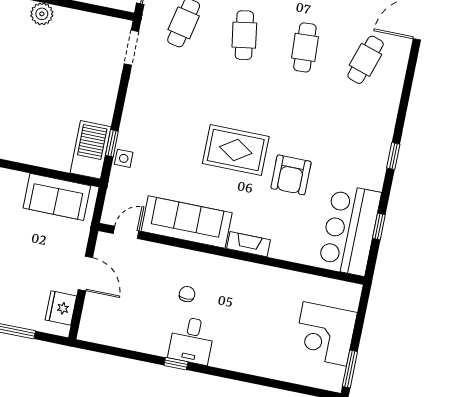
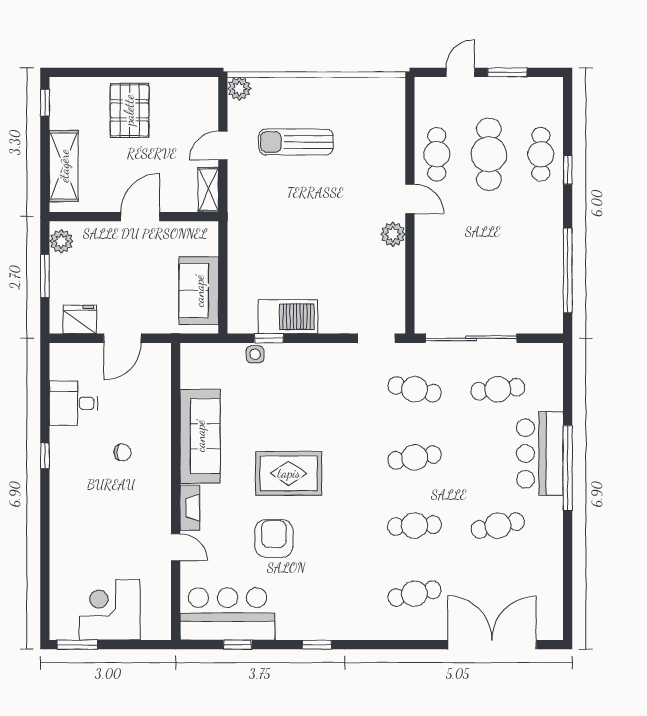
cafe table: (366, 60) -> (415, 594), turned -30
barbecue: (91, 150) -> (288, 317), moved
rug: (236, 150) -> (289, 473), turned 90
armchair: (291, 175) -> (274, 538), turned 90
door: (126, 232) -> (176, 547), moved
desk: (192, 340) -> (74, 403), moved

